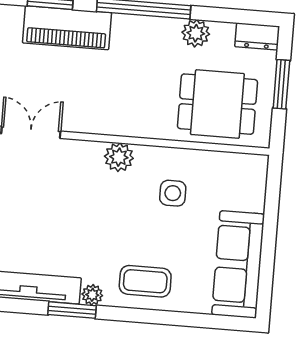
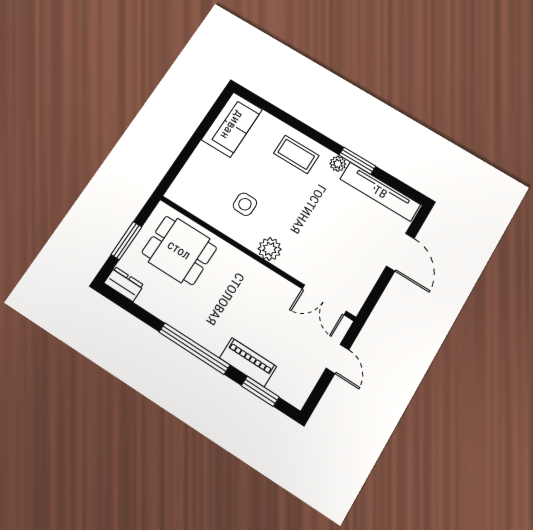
piano: (67, 28) -> (248, 362), width x0.73, depth x0.75
plant: (196, 33) -> (166, 310), removed
sofa: (238, 264) -> (232, 125), width x0.73

